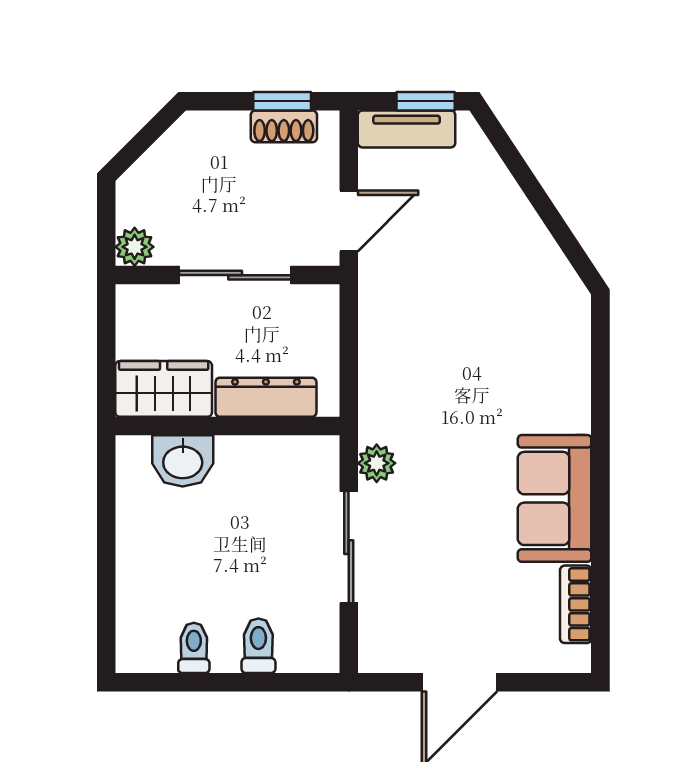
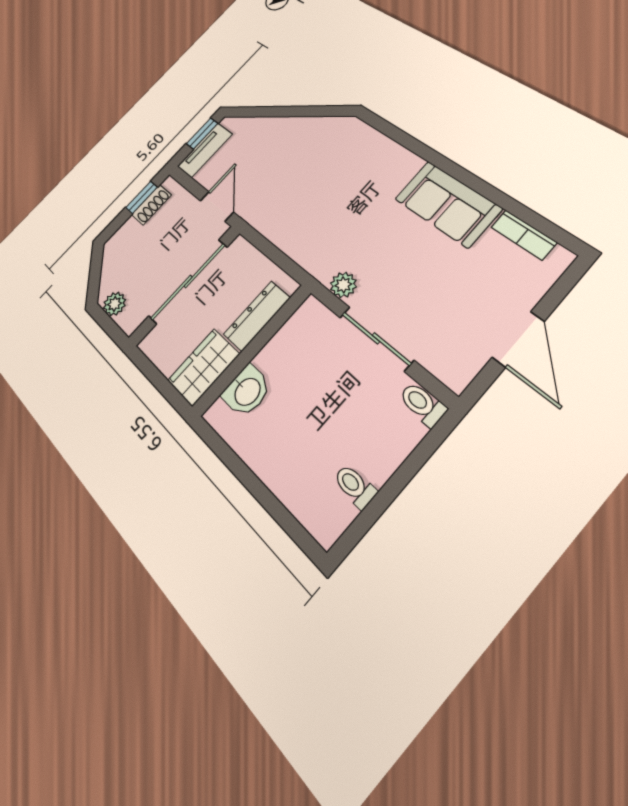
plant: (135, 247) -> (115, 304), moved
sliding door: (235, 275) -> (188, 282), width x1.37
toilet: (258, 646) -> (422, 404), moved

